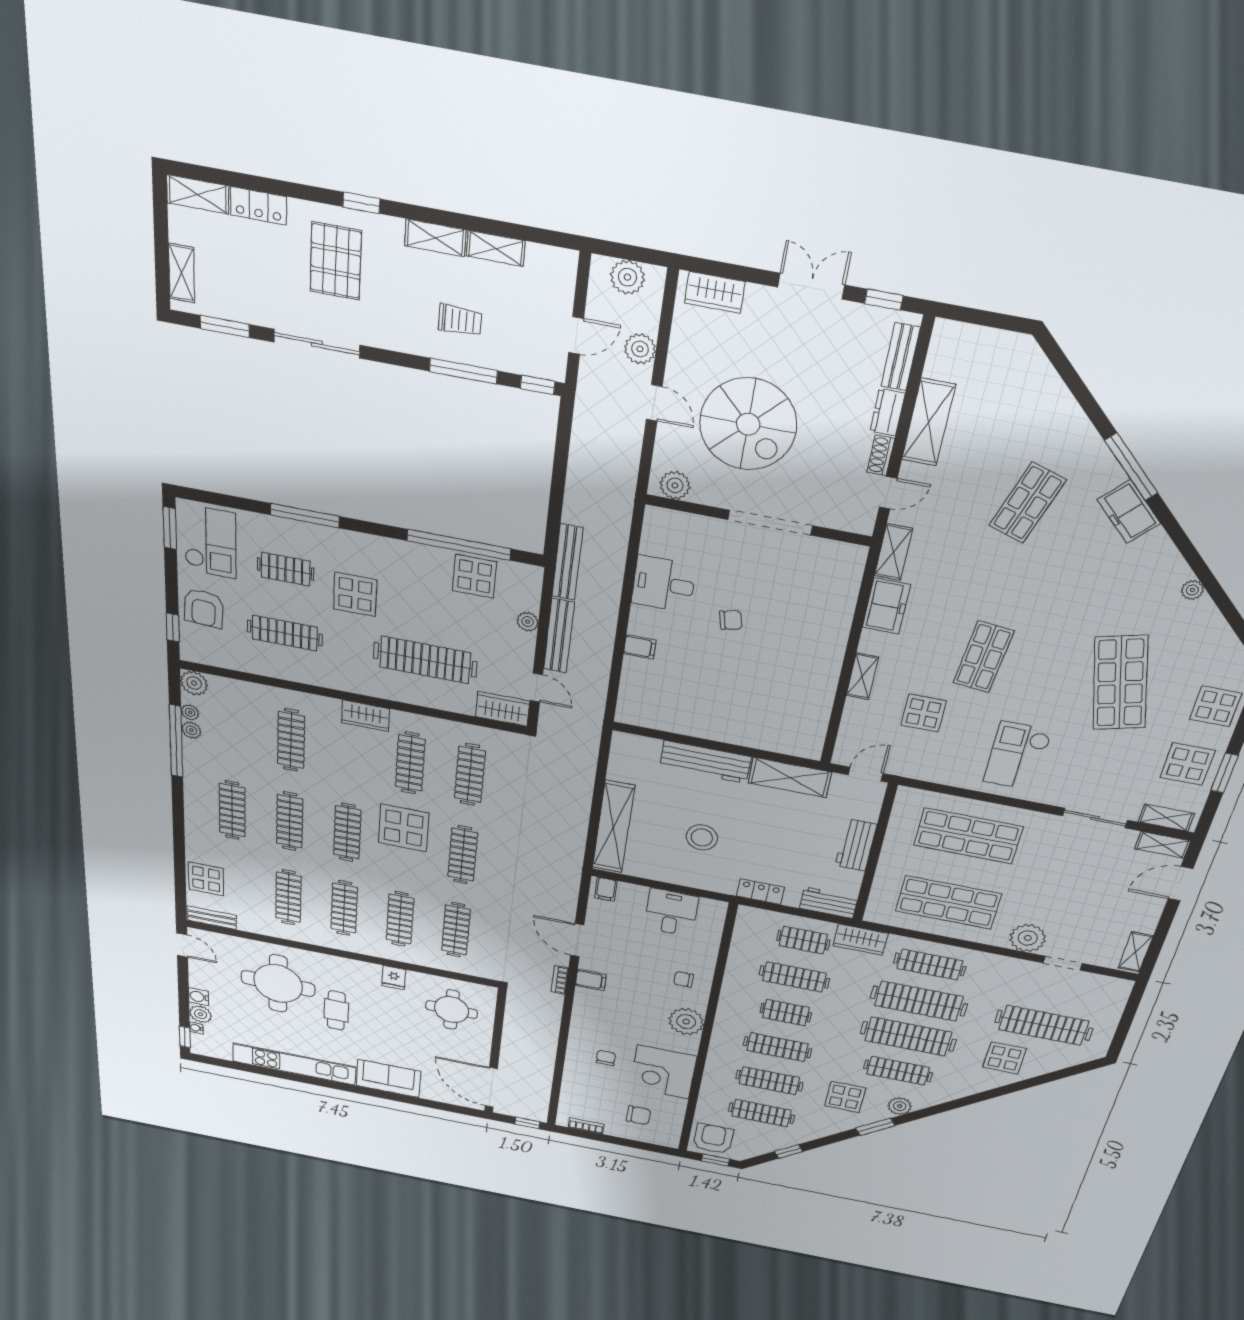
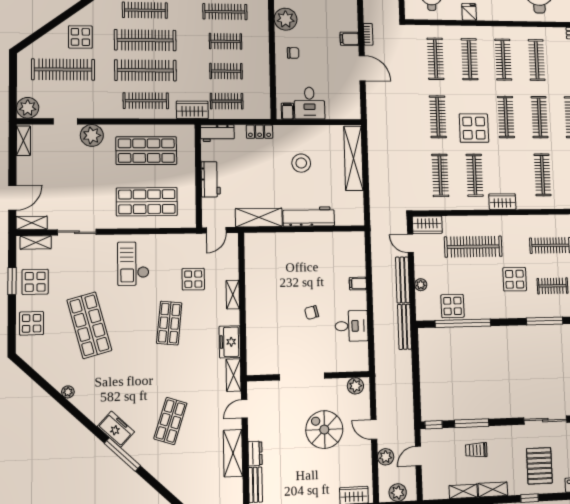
spiral stairs: (748, 424) -> (324, 430), width x0.73, depth x0.73
shoe rack: (881, 455) -> (253, 429), removed
checkout: (1017, 756) -> (133, 264), turned 180
filing cabinet: (606, 889) -> (288, 111), moved
clothes rail: (794, 977) -> (226, 71), width x0.73
plant: (1114, 990) -> (28, 108), added

